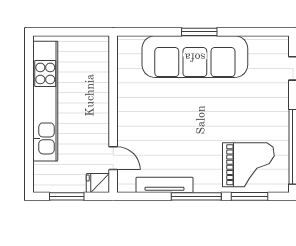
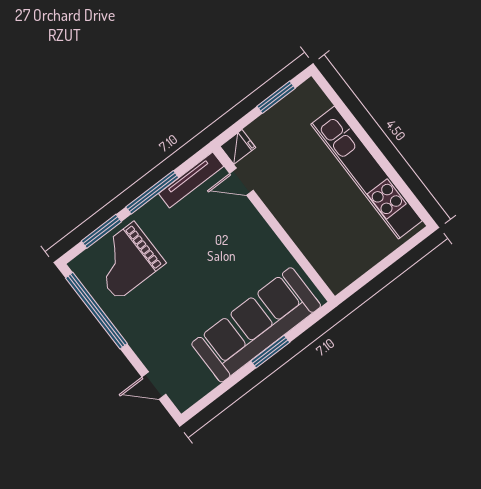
wall: (113, 114) -> (274, 224), moved
door: (113, 158) -> (241, 182), moved
fridge: (98, 183) -> (238, 147), moved

